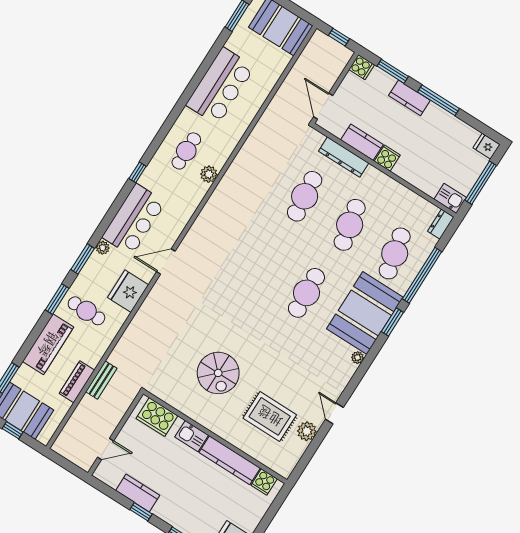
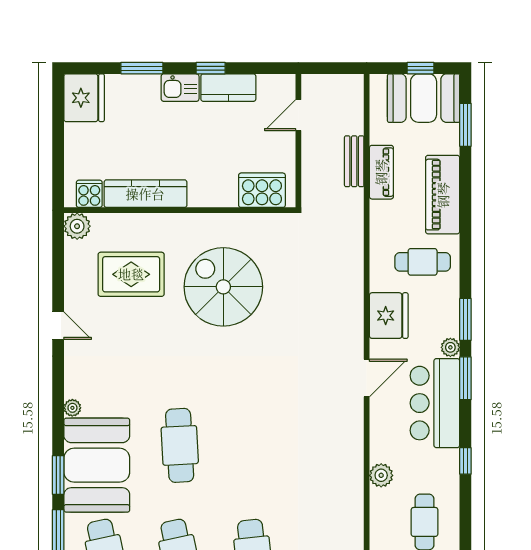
plant: (209, 174) -> (381, 475), moved
window: (57, 299) -> (465, 378), moved
spiral stairs: (218, 373) -> (223, 287), width x1.37, depth x1.37
bench: (101, 380) -> (354, 161), moved
plant: (307, 431) -> (77, 226), moved
kitchen sink: (192, 436) -> (180, 88), moved, turned 180

